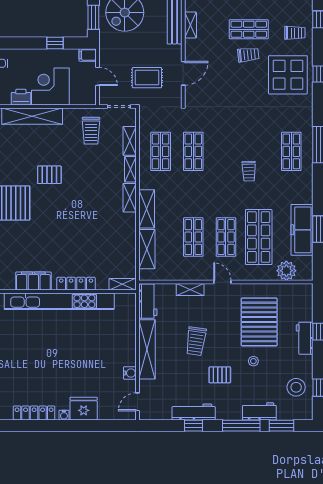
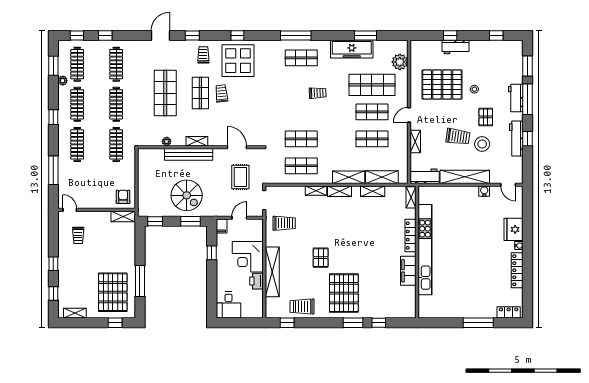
shelving: (130, 141) -> (373, 191), moved
freezer: (302, 230) -> (352, 49), moved
stool: (296, 387) -> (482, 144), moved
workbench: (259, 411) -> (516, 98), moved

